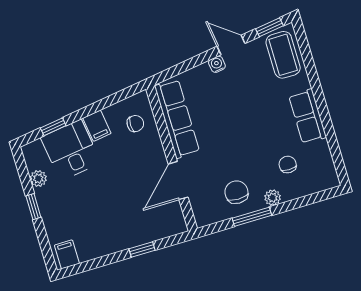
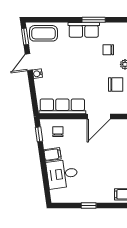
window: (53, 127) -> (39, 134), moved
window: (328, 127) -> (94, 20), added
plant: (38, 178) -> (73, 198), removed
door: (178, 181) -> (99, 117), hinge flipped
chair: (236, 192) -> (116, 85), turned 180

